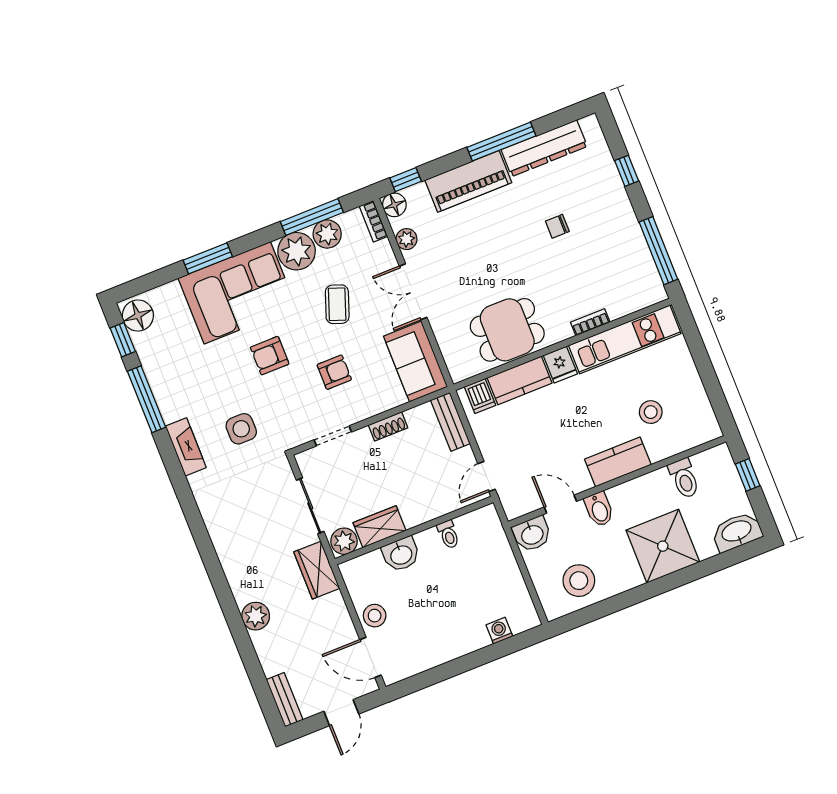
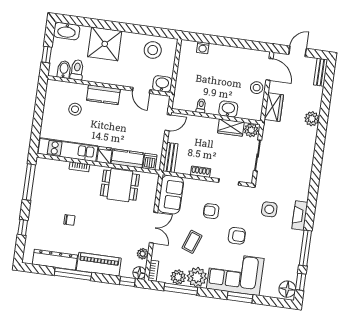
bidet: (599, 509) -> (64, 69), moved
wardrobe: (317, 570) -> (274, 107), moved

